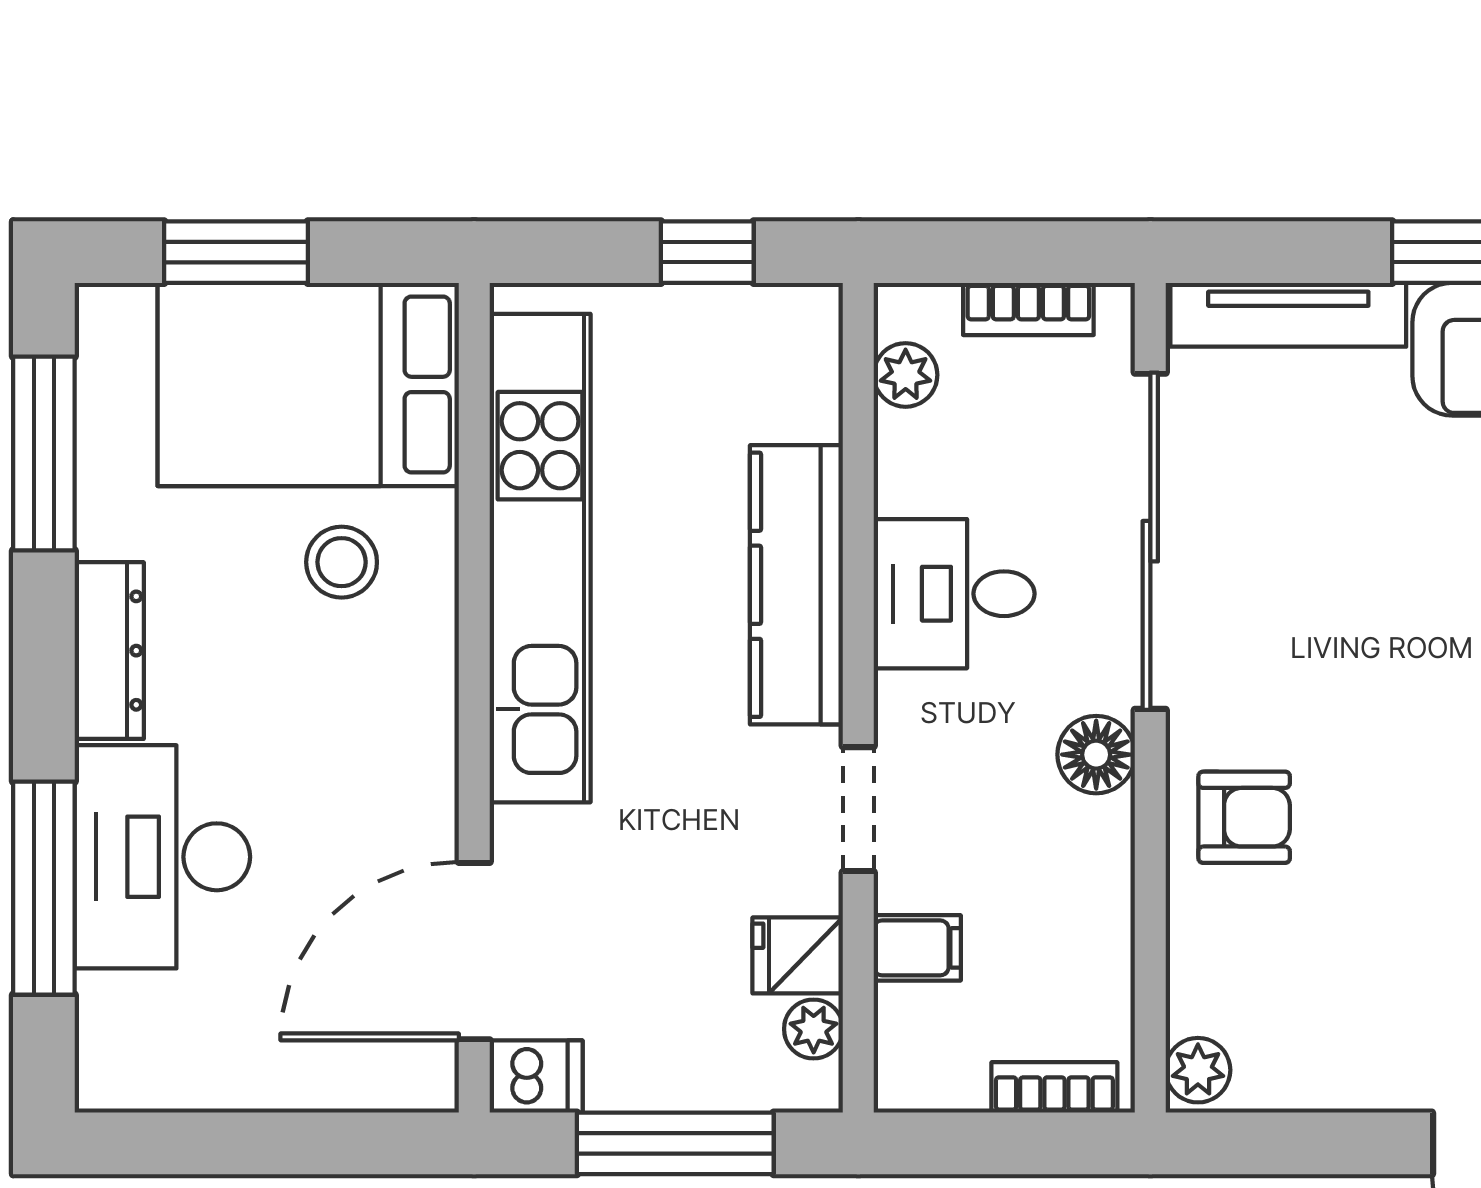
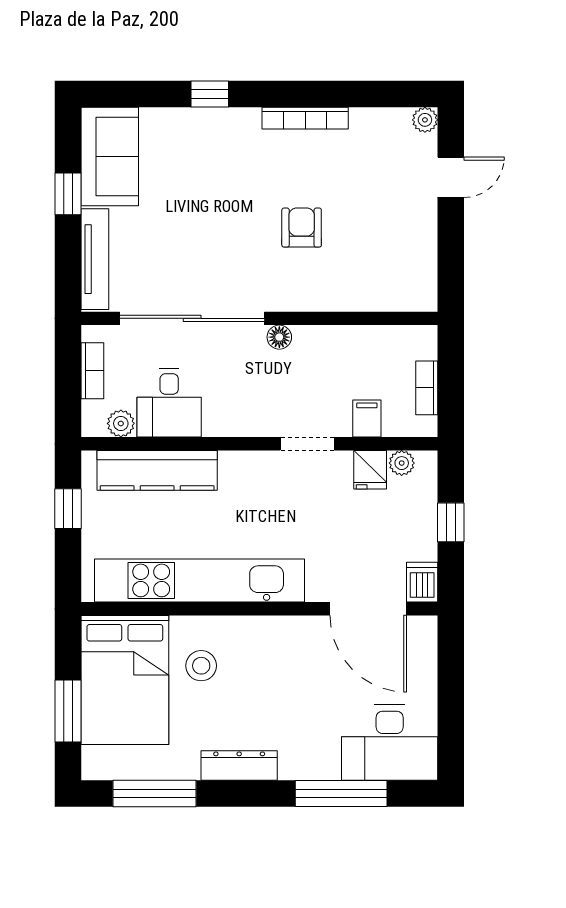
kitchen counter: (796, 585) -> (157, 470), moved
desk: (954, 594) -> (169, 403), moved
floor lamp: (1096, 755) -> (279, 337), width x0.73, depth x0.73
armchair: (1244, 817) -> (302, 228), moved
desk: (162, 857) -> (390, 743), moved
plant: (1198, 1070) -> (419, 298), removed
bookcase: (1054, 1087) -> (427, 388), moved
window: (675, 1143) -> (451, 522), width x0.46

